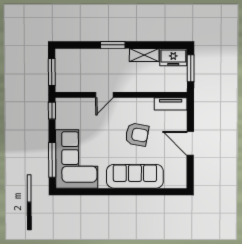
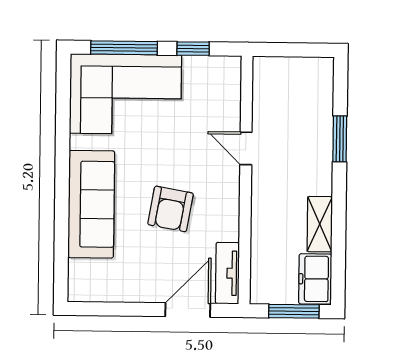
window: (113, 45) -> (340, 139), moved
window: (52, 72) -> (290, 50), removed
window: (52, 111) -> (193, 49), moved
door: (190, 143) -> (188, 310), moved

